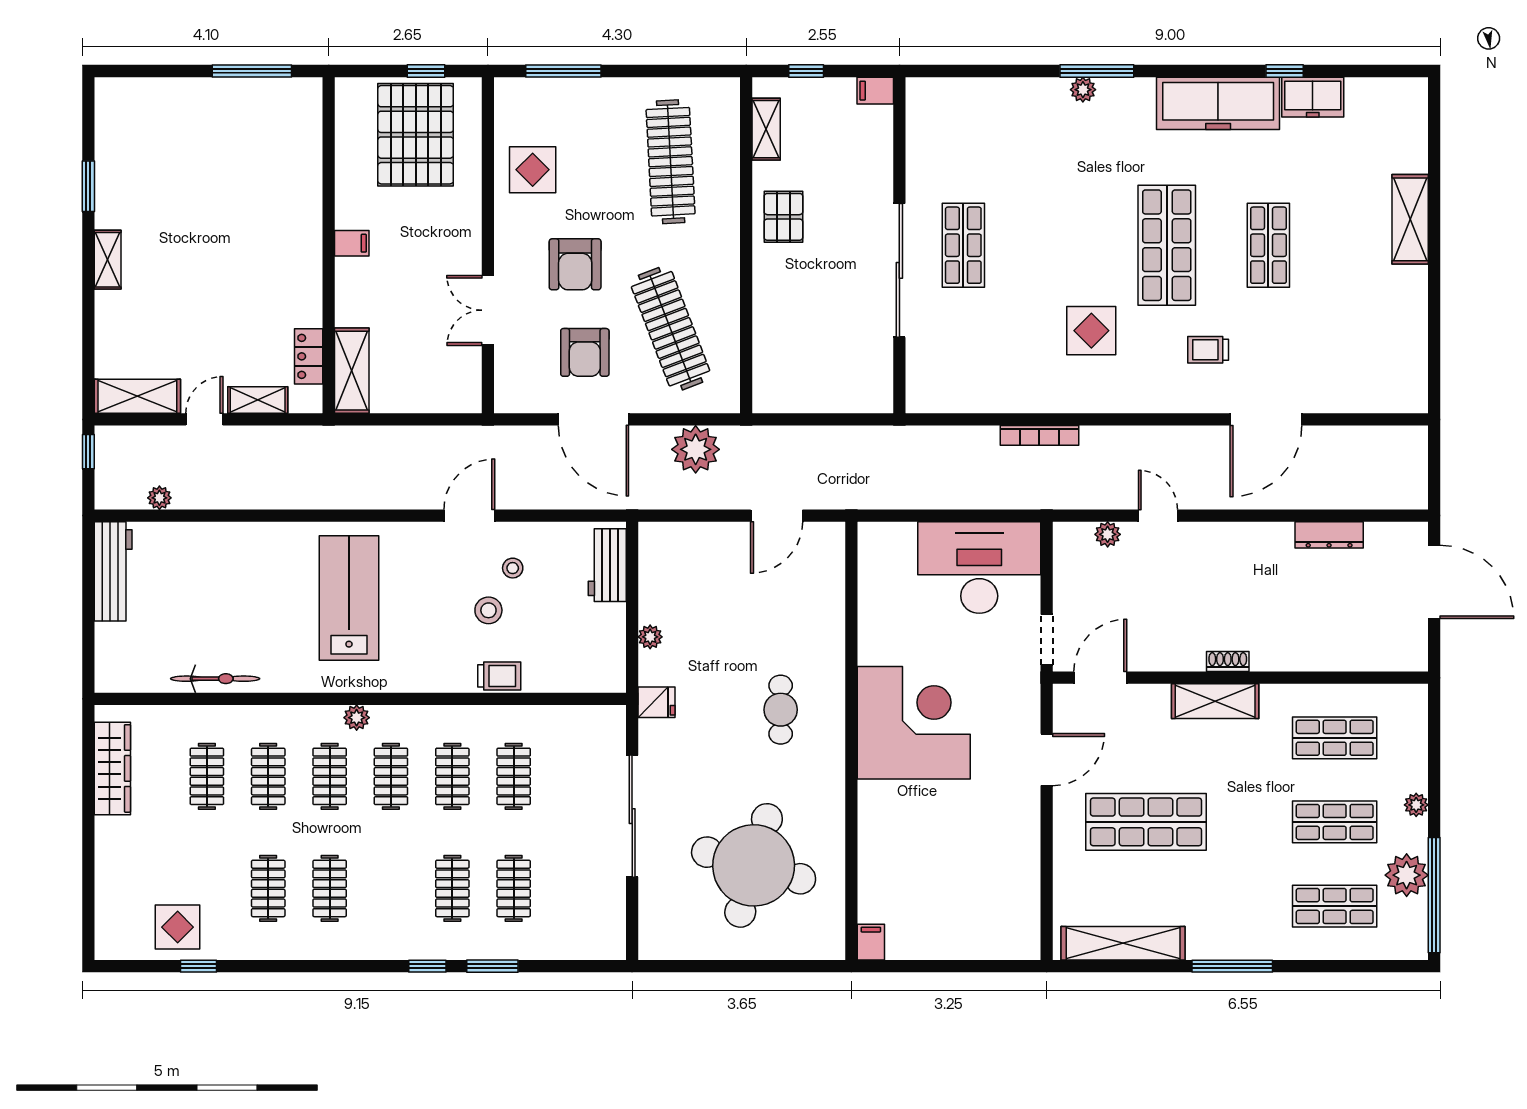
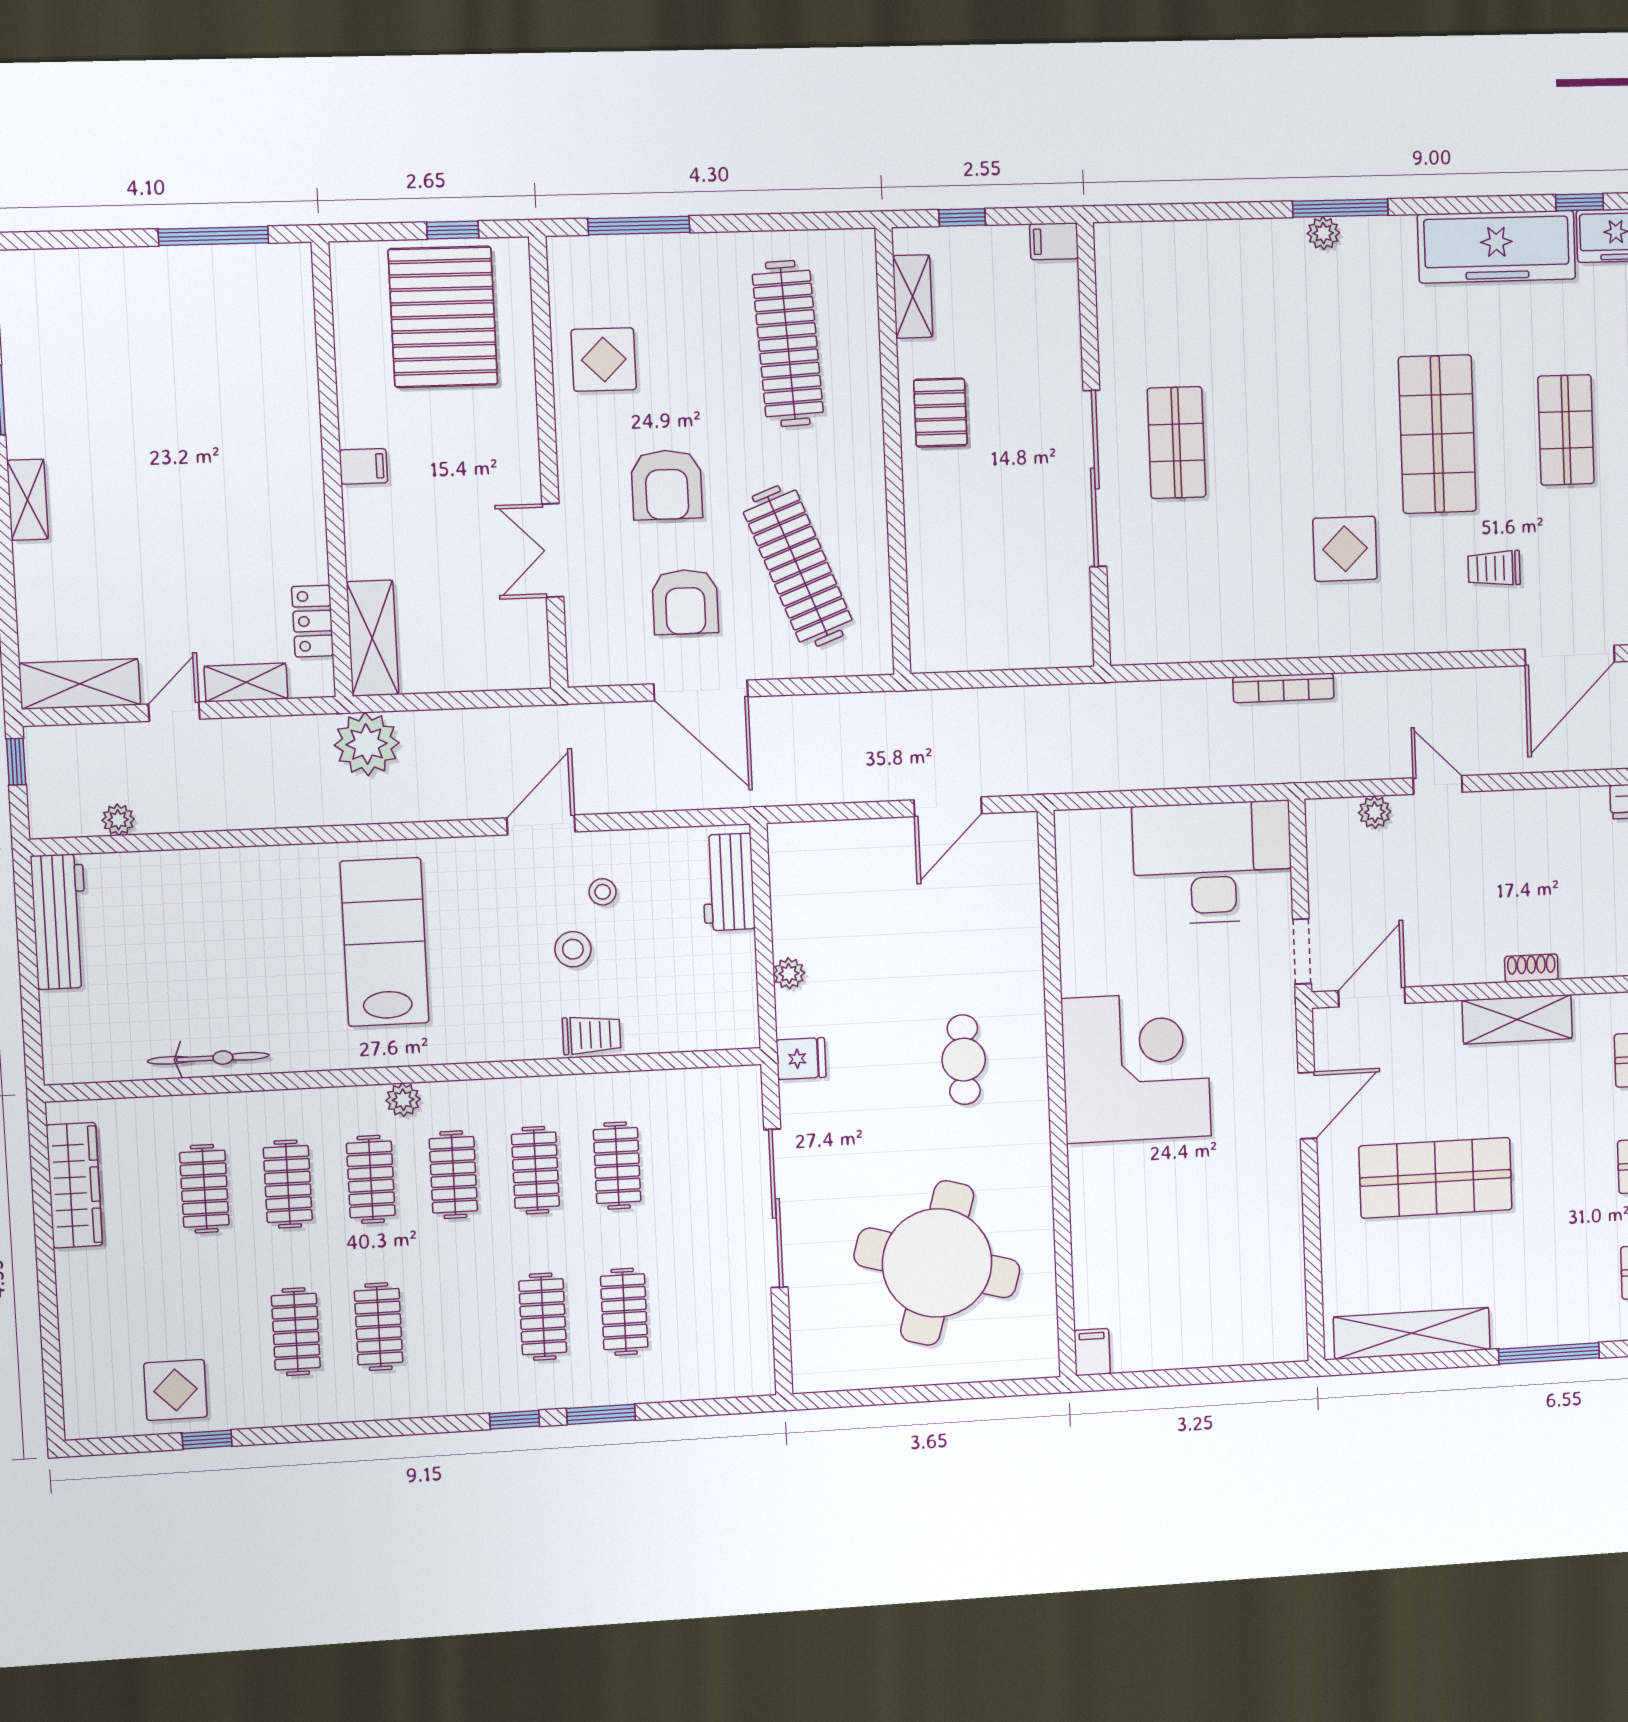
plant: (696, 449) -> (367, 744), moved

